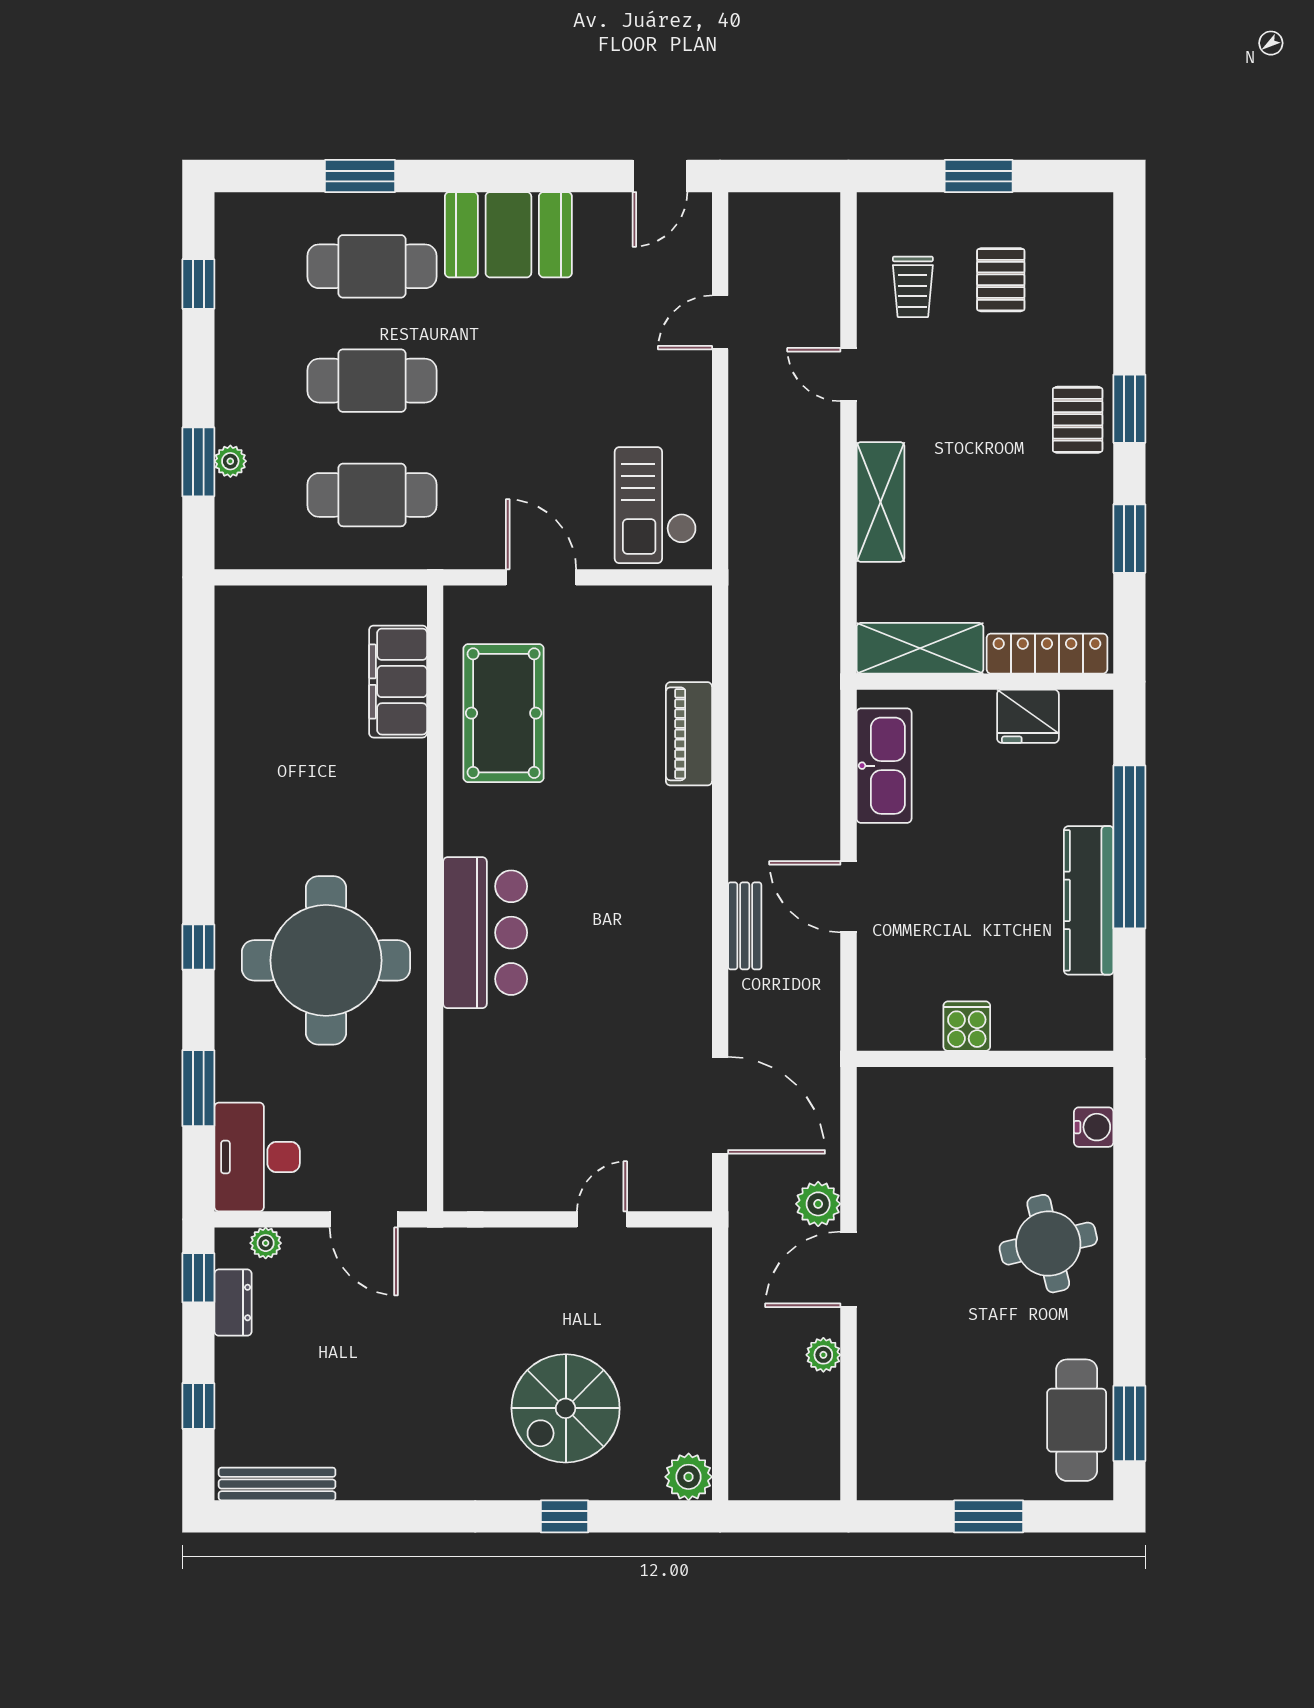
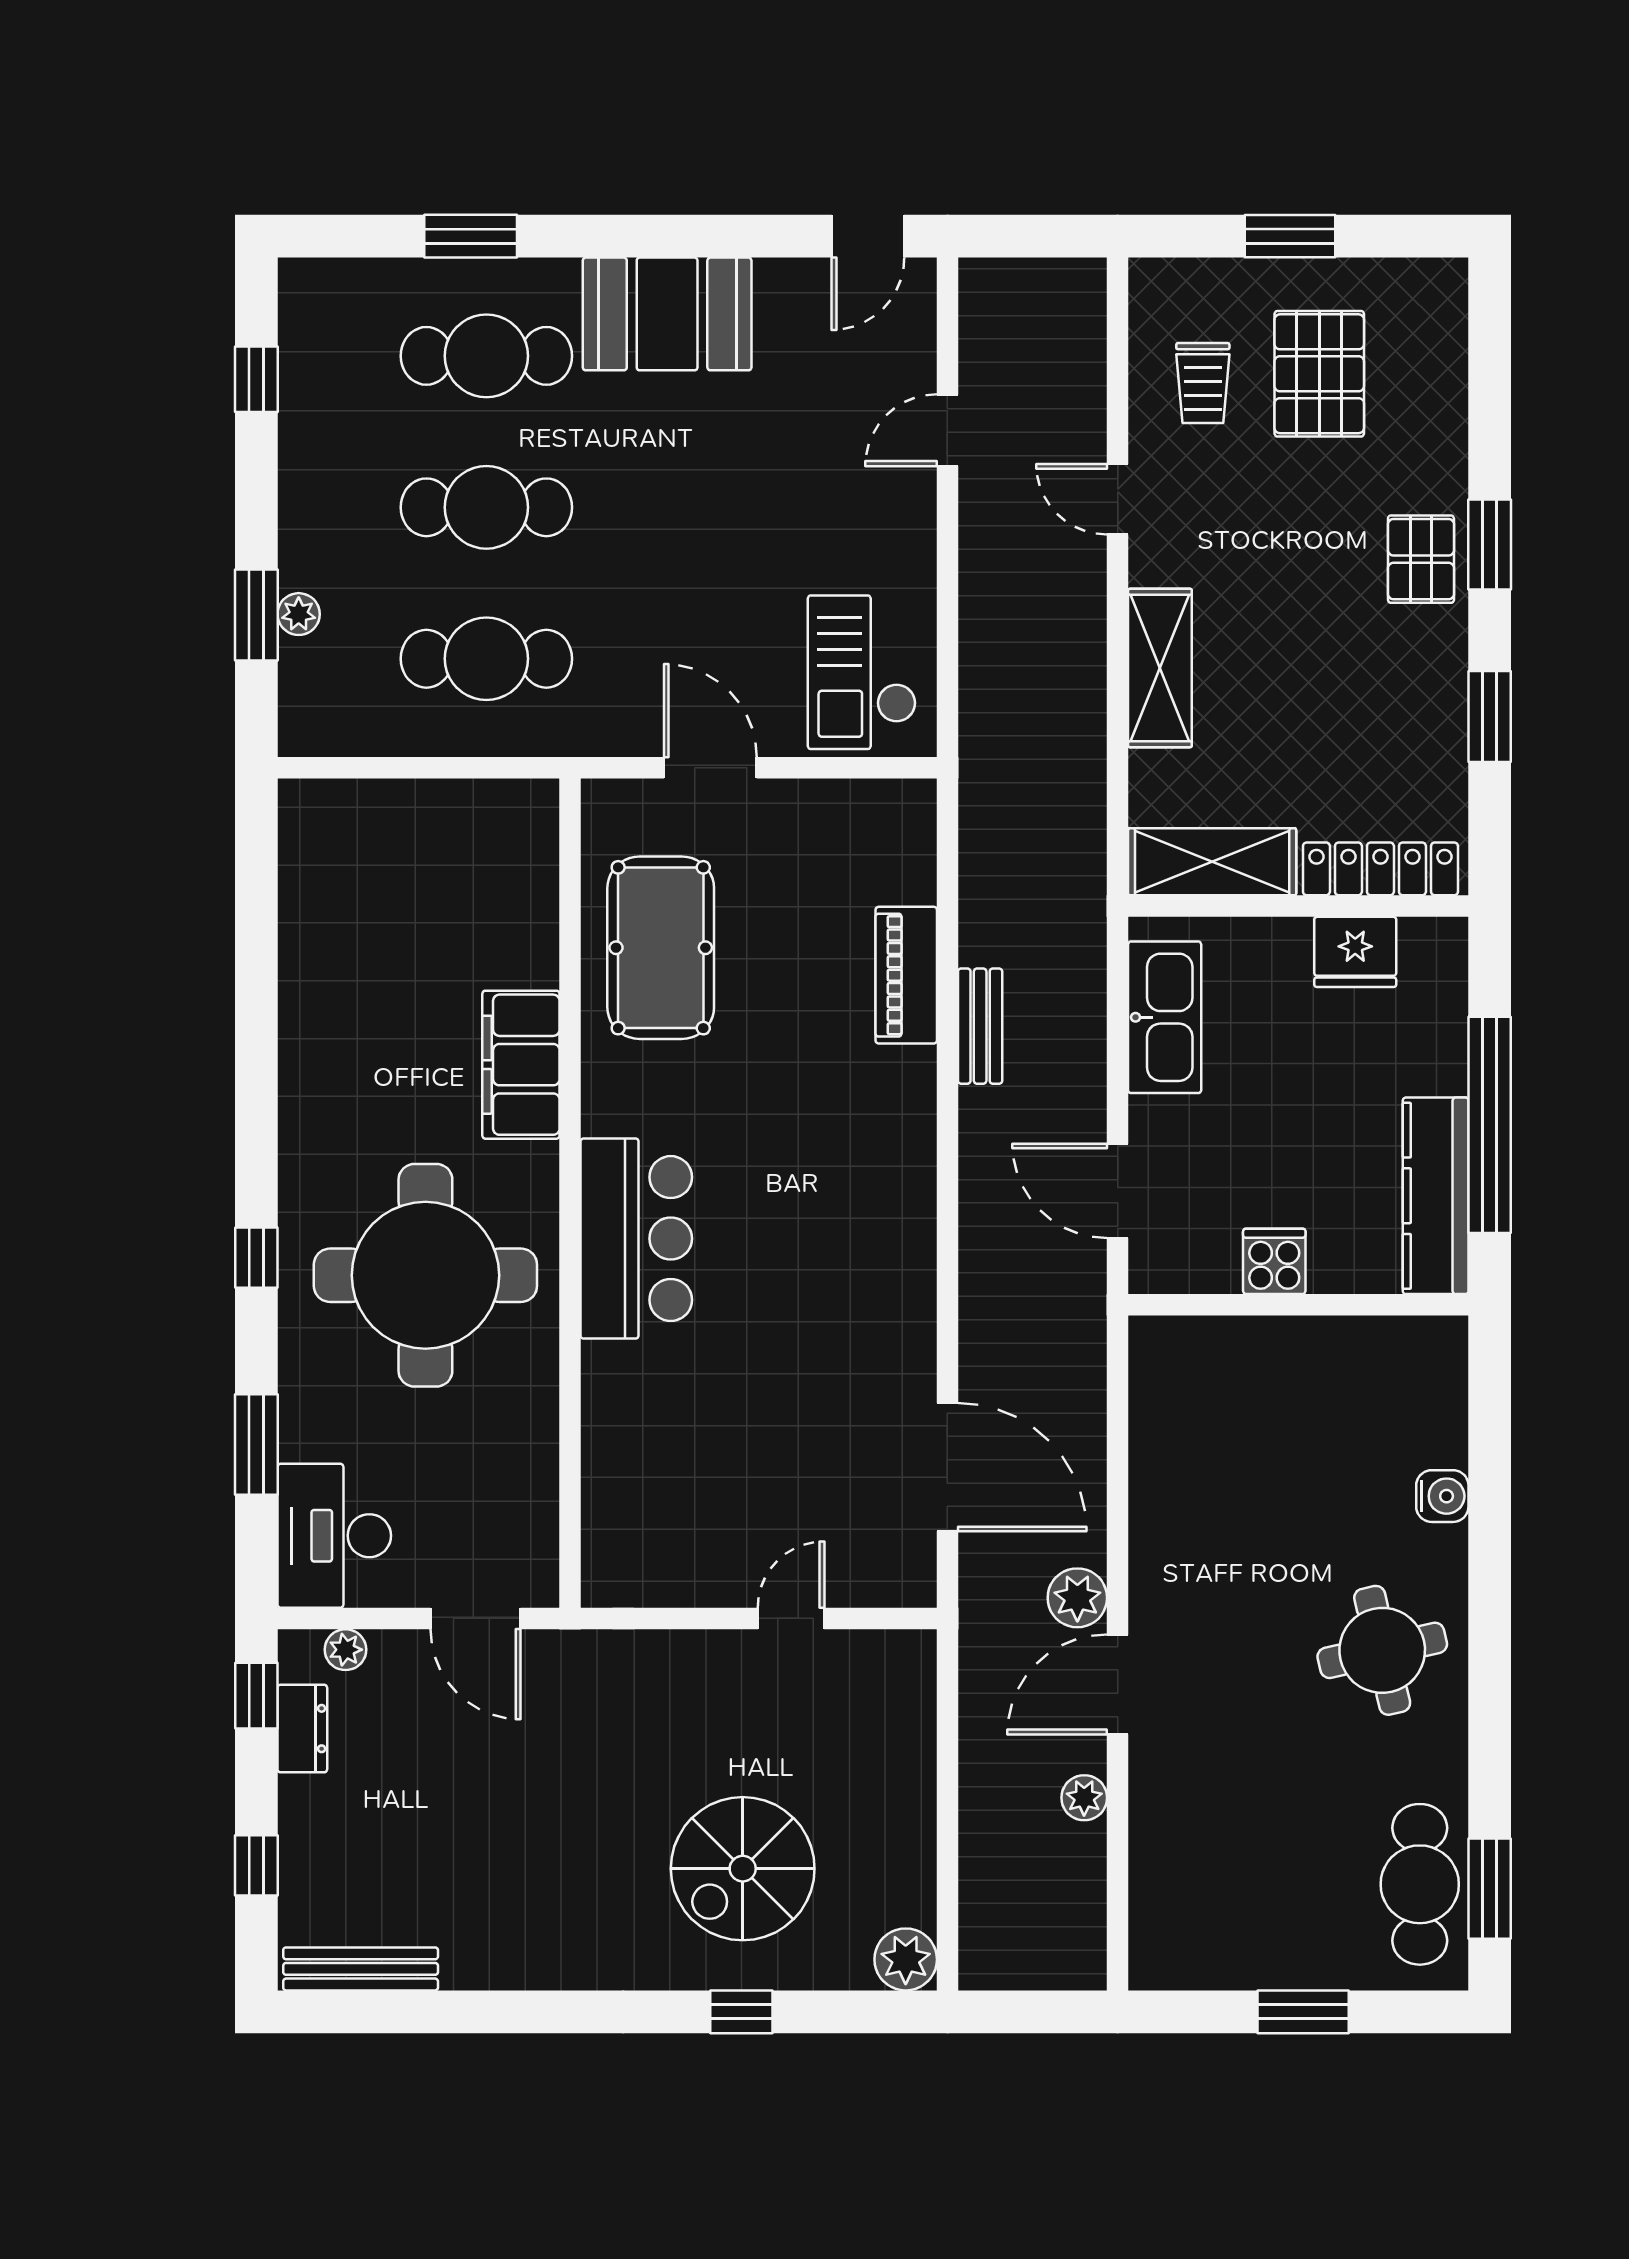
pallet: (1001, 280) -> (1319, 374), width x1.50, depth x1.42
filing cabinet: (398, 682) -> (521, 1065), moved
bench: (745, 926) -> (980, 1026), moved
cooker: (967, 1026) -> (1274, 1261), moved
wall: (985, 1059) -> (1298, 1305), moved

